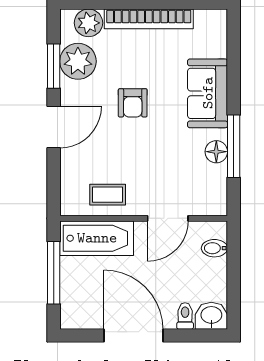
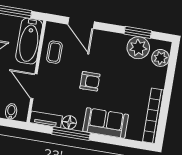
bookcase: (149, 19) -> (153, 116), moved
armchair: (133, 103) -> (90, 81), moved, turned 180
door: (54, 127) -> (81, 23), moved
tv unit: (218, 190) -> (46, 119), added

